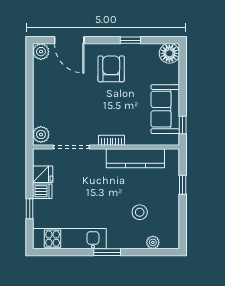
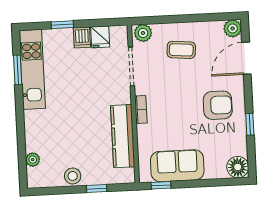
coffee table: (58, 100) -> (181, 50), added
stool: (140, 212) -> (73, 176), moved
window: (107, 252) -> (18, 70), moved

